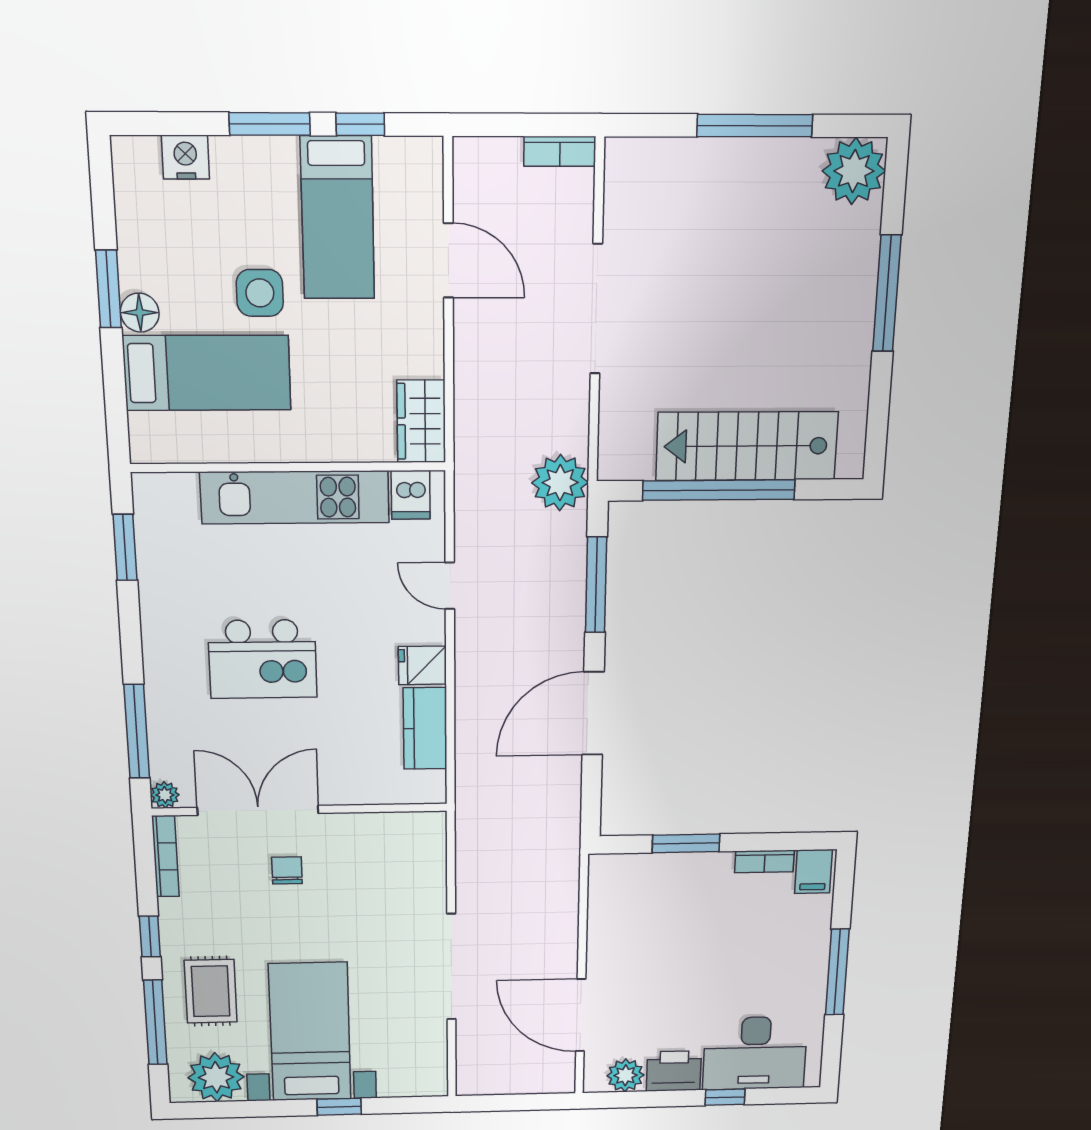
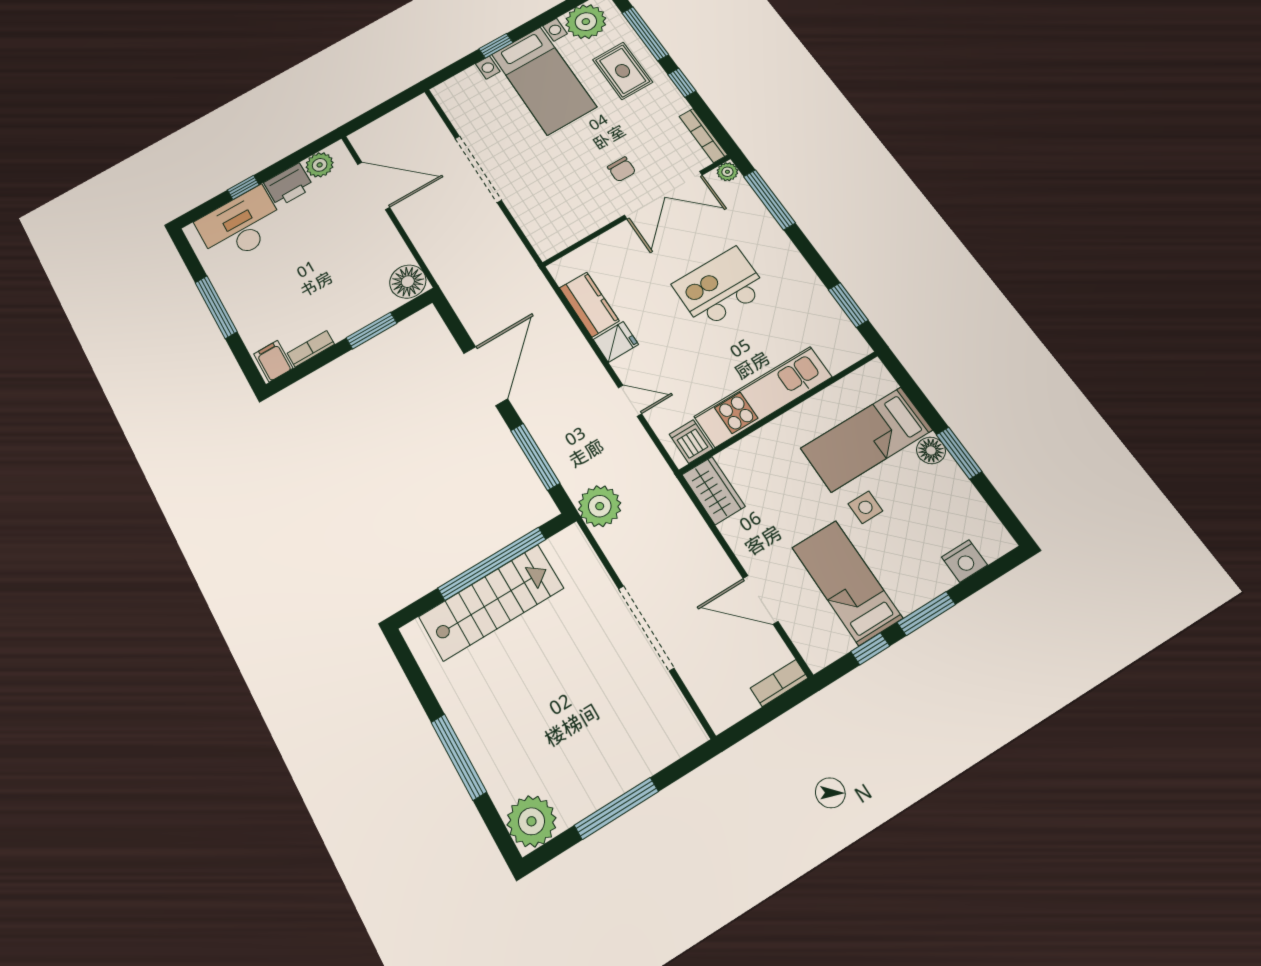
bookcase: (560, 151) -> (779, 683), moved
side table: (260, 293) -> (865, 507), width x0.73, depth x0.73
floor lamp: (611, 878) -> (408, 282), added

